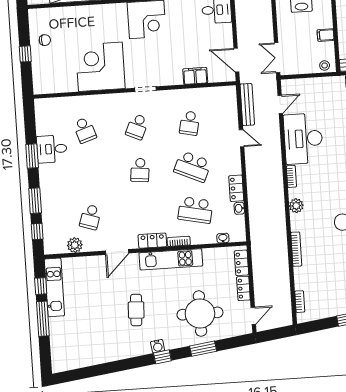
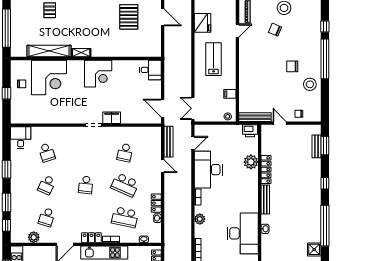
corner desk: (100, 67) -> (49, 77), moved, turned 180
filing cabinet: (195, 76) -> (112, 118), moved
school desk: (137, 127) -> (47, 185), moved
desk: (52, 149) -> (21, 138), moved, turned 90

